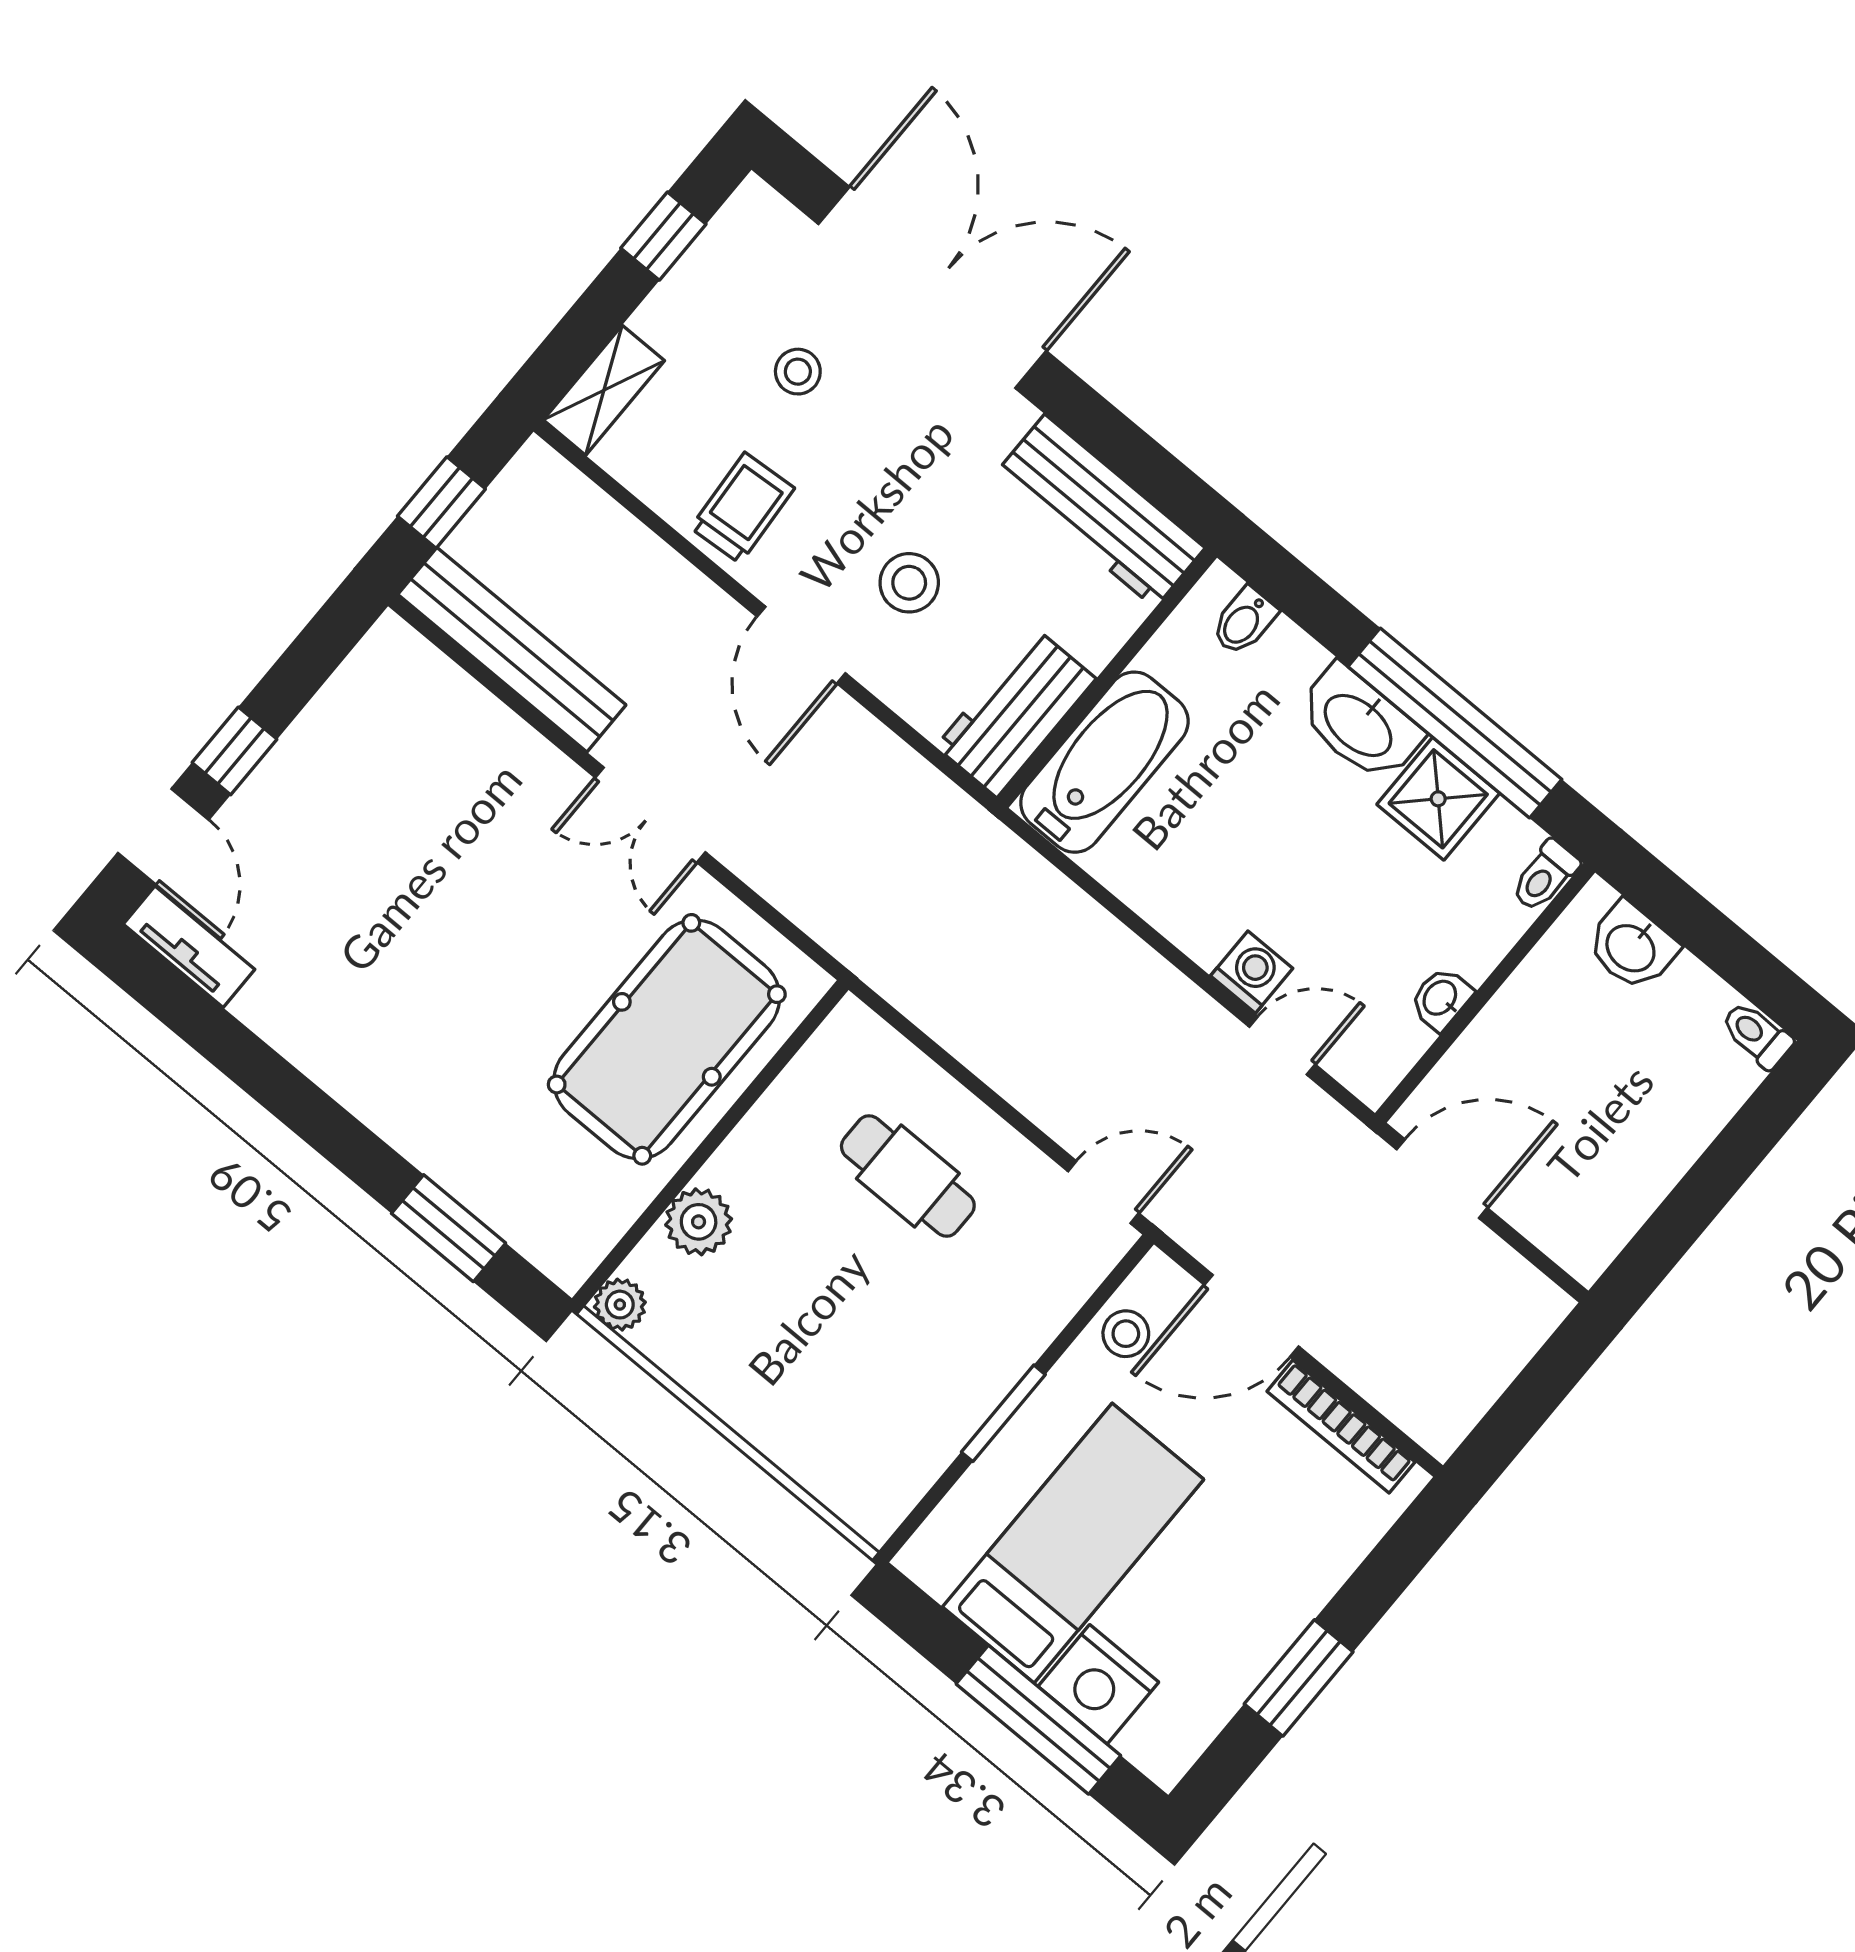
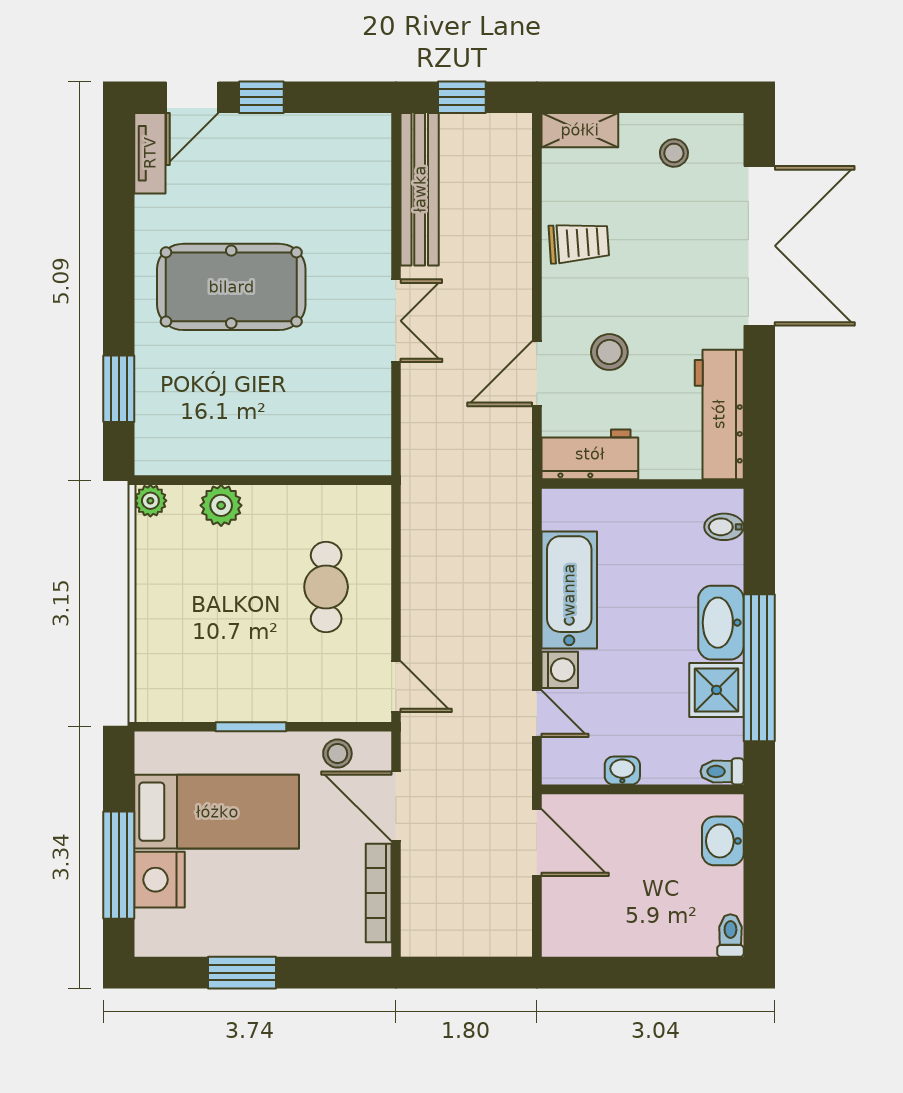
window: (663, 236) -> (677, 97), removed
stool: (798, 372) -> (674, 153), moved
door: (801, 645) -> (537, 374), moved
bathtub: (1104, 762) -> (569, 590), moved, turned -90
double door: (650, 815) -> (396, 321), swing flipped
pool table: (667, 1039) -> (231, 287), moved

